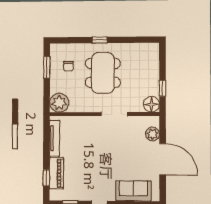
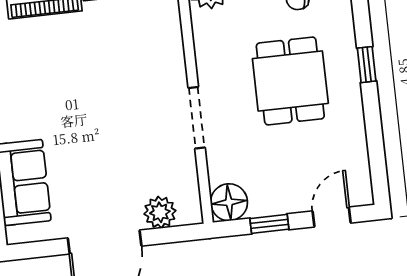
door: (162, 61) -> (332, 217), added
dining table: (103, 73) -> (290, 81), width x0.73

